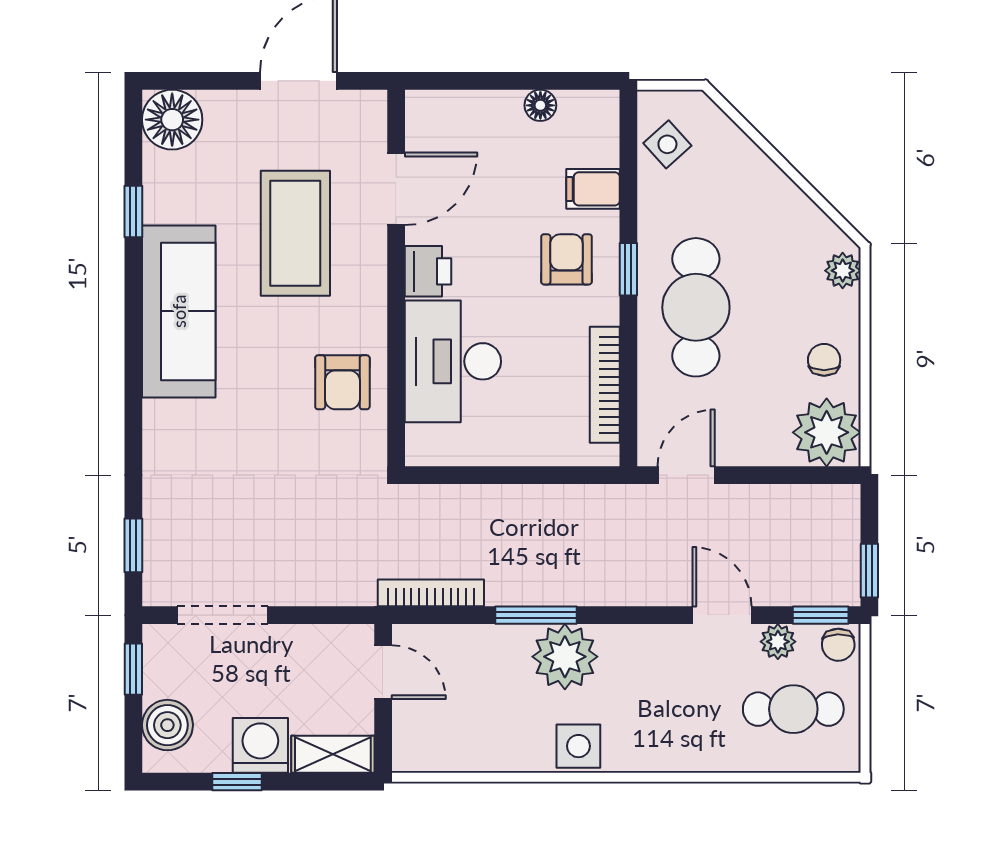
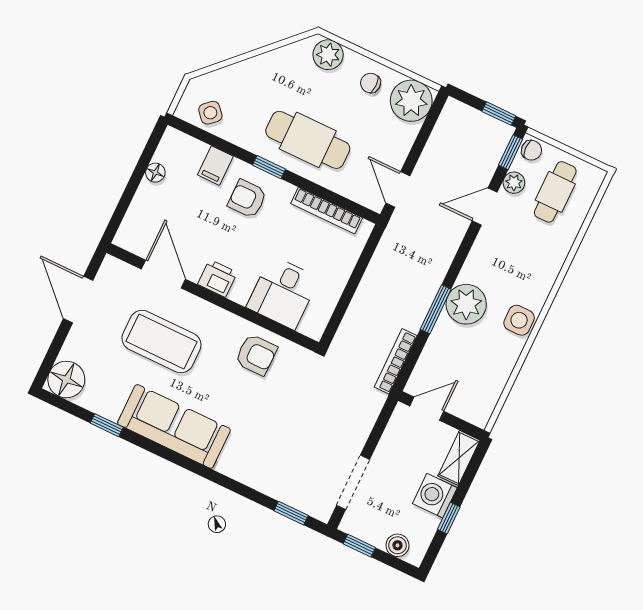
plant: (843, 271) -> (328, 55), width x1.38, depth x1.38
desk: (453, 361) -> (283, 293), width x0.73
boiler: (167, 725) -> (397, 545), width x0.73, depth x0.73

